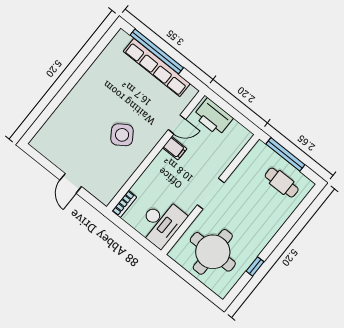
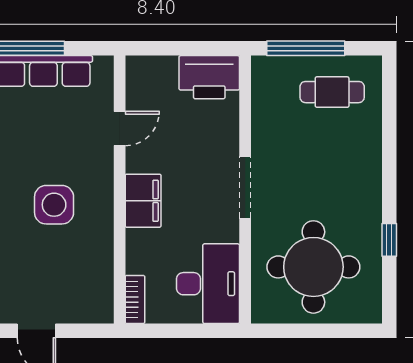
printer: (213, 117) -> (209, 77), moved
side table: (122, 135) -> (54, 205), turned 34
filing cabinet: (175, 148) -> (143, 201), moved, width x2.00

